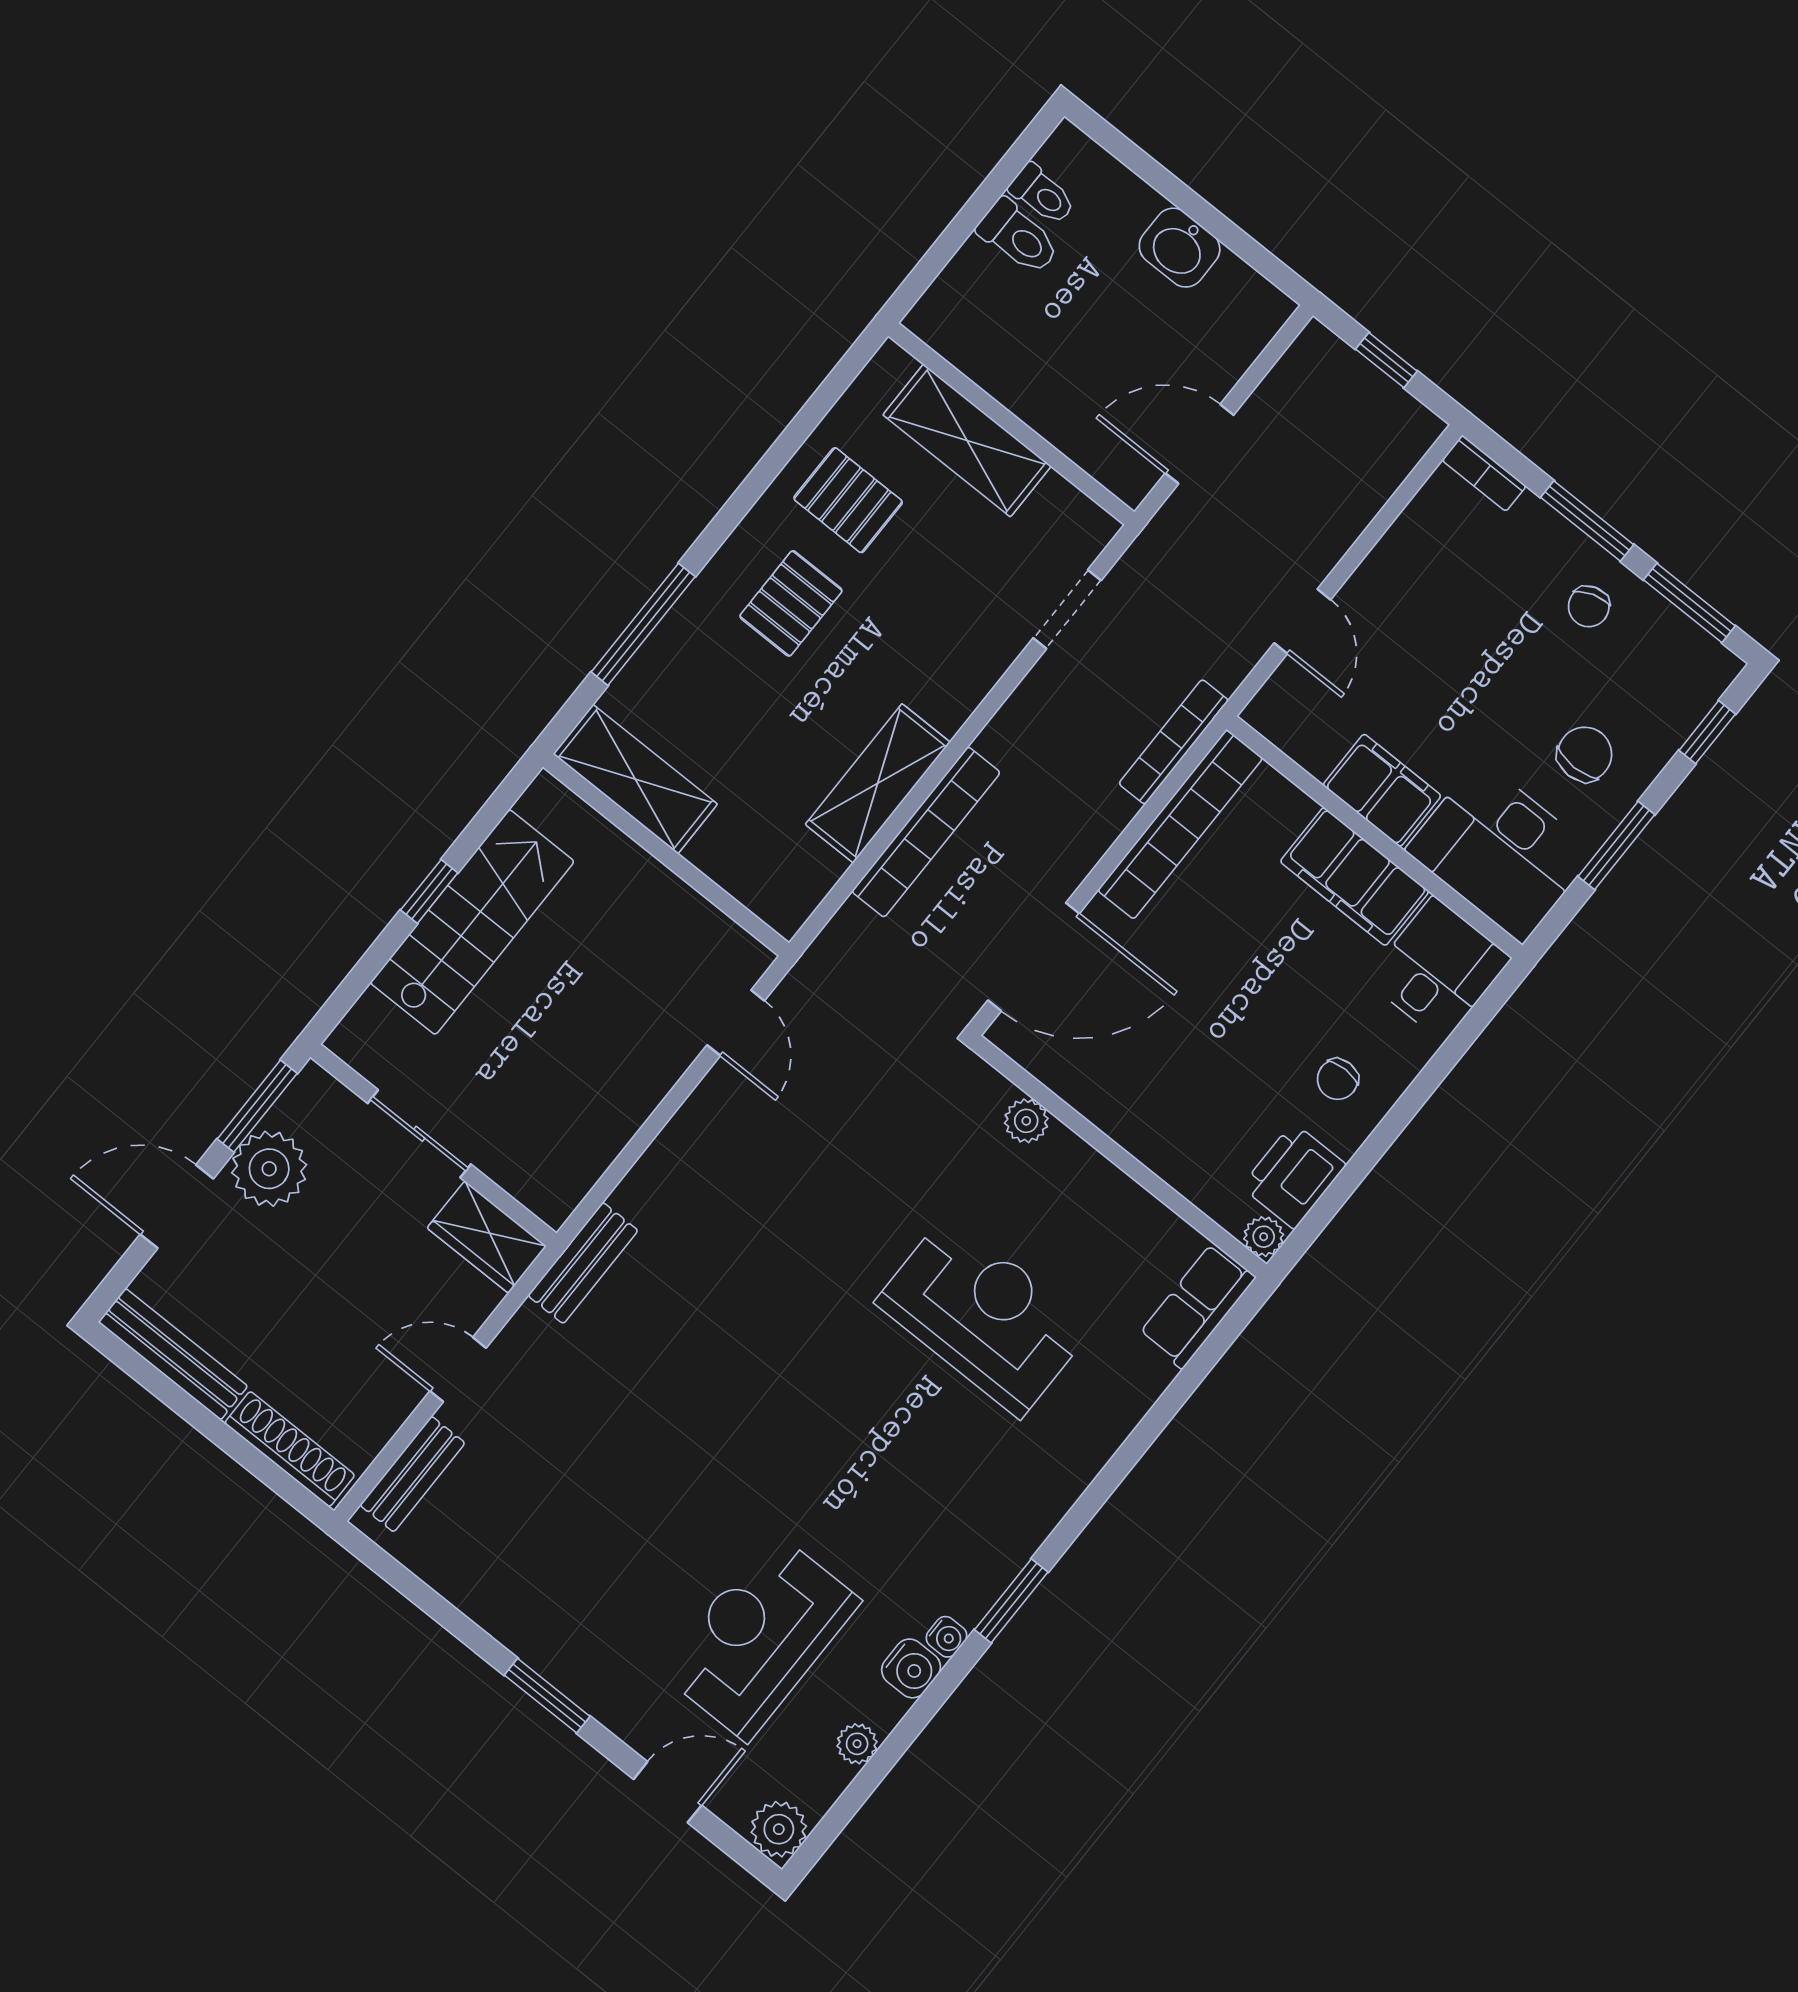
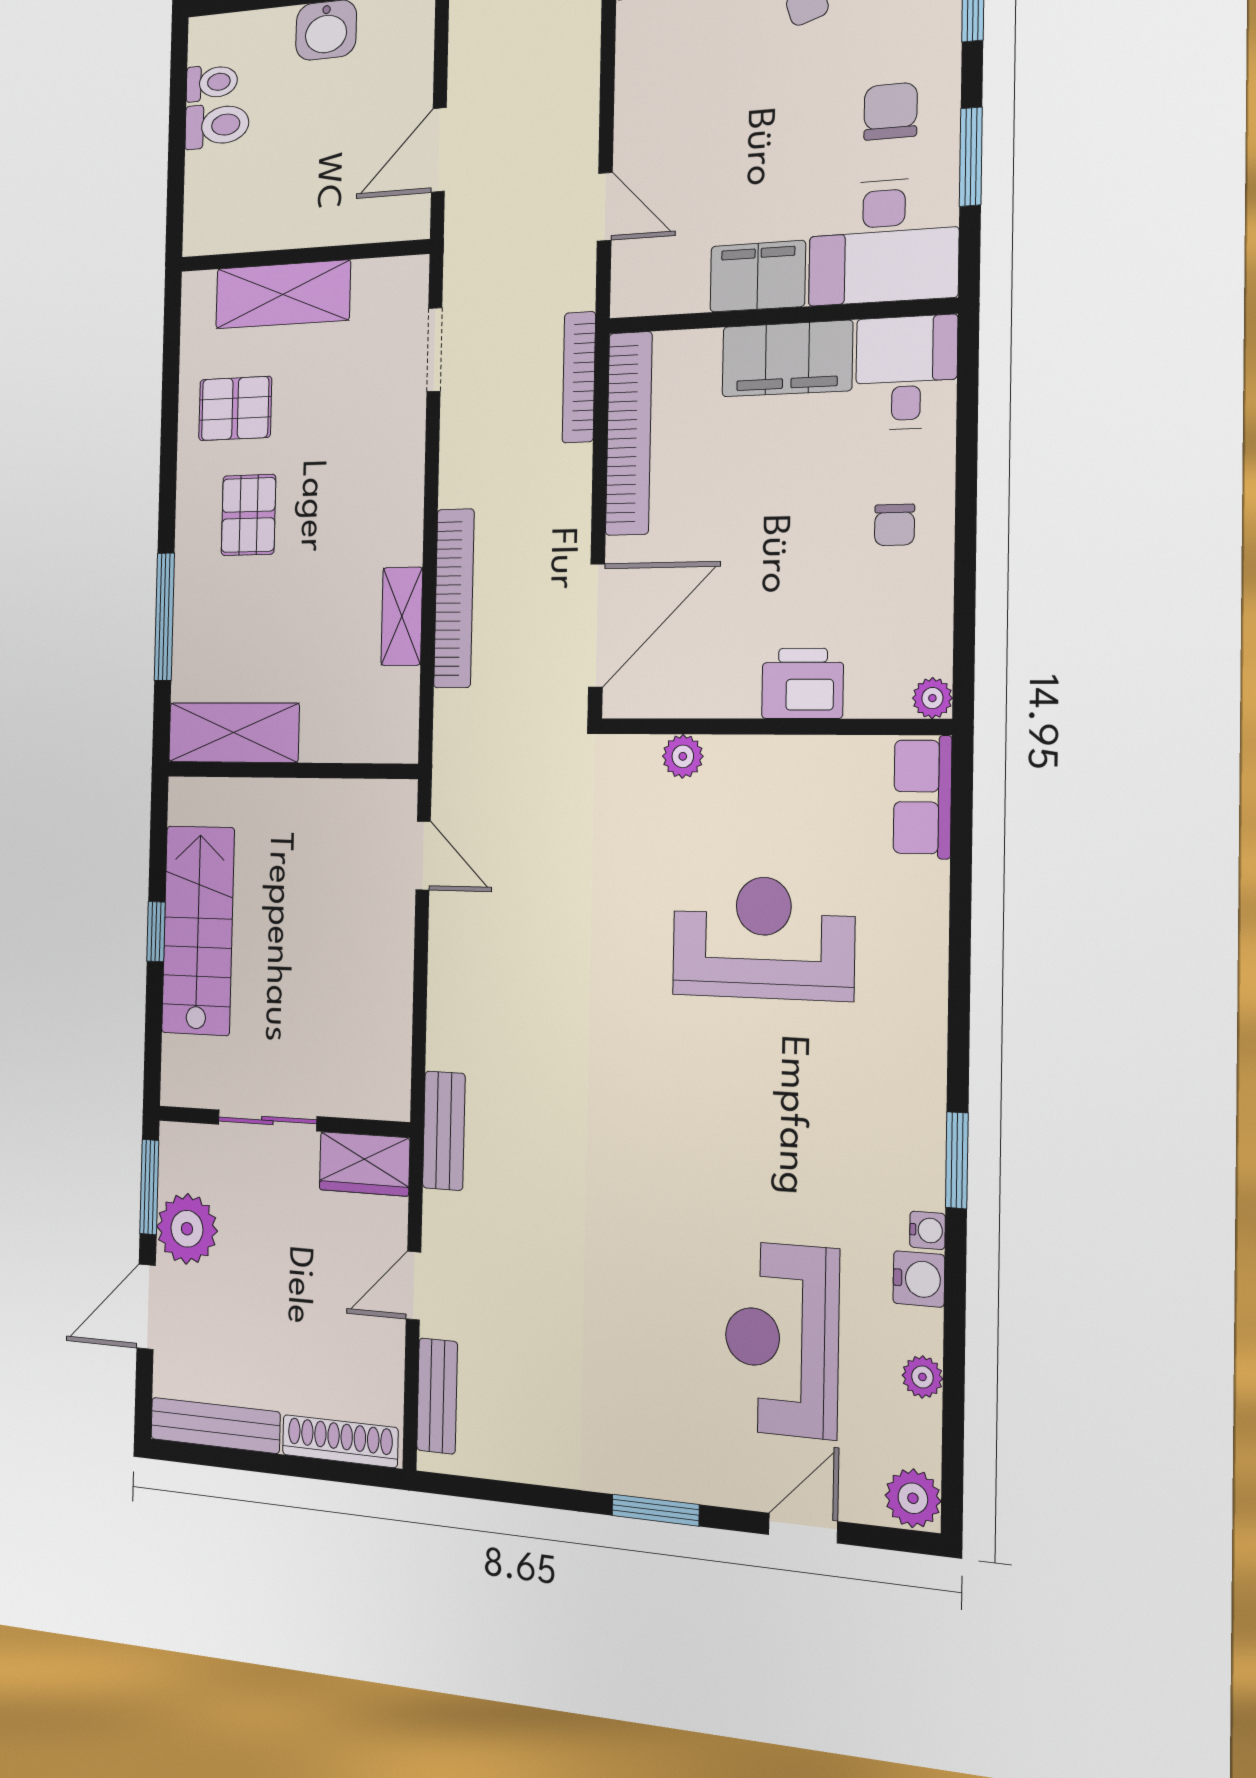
shelving: (878, 783) -> (402, 616), width x0.67, depth x0.75
printer: (1294, 1176) -> (803, 683), moved, turned 90

